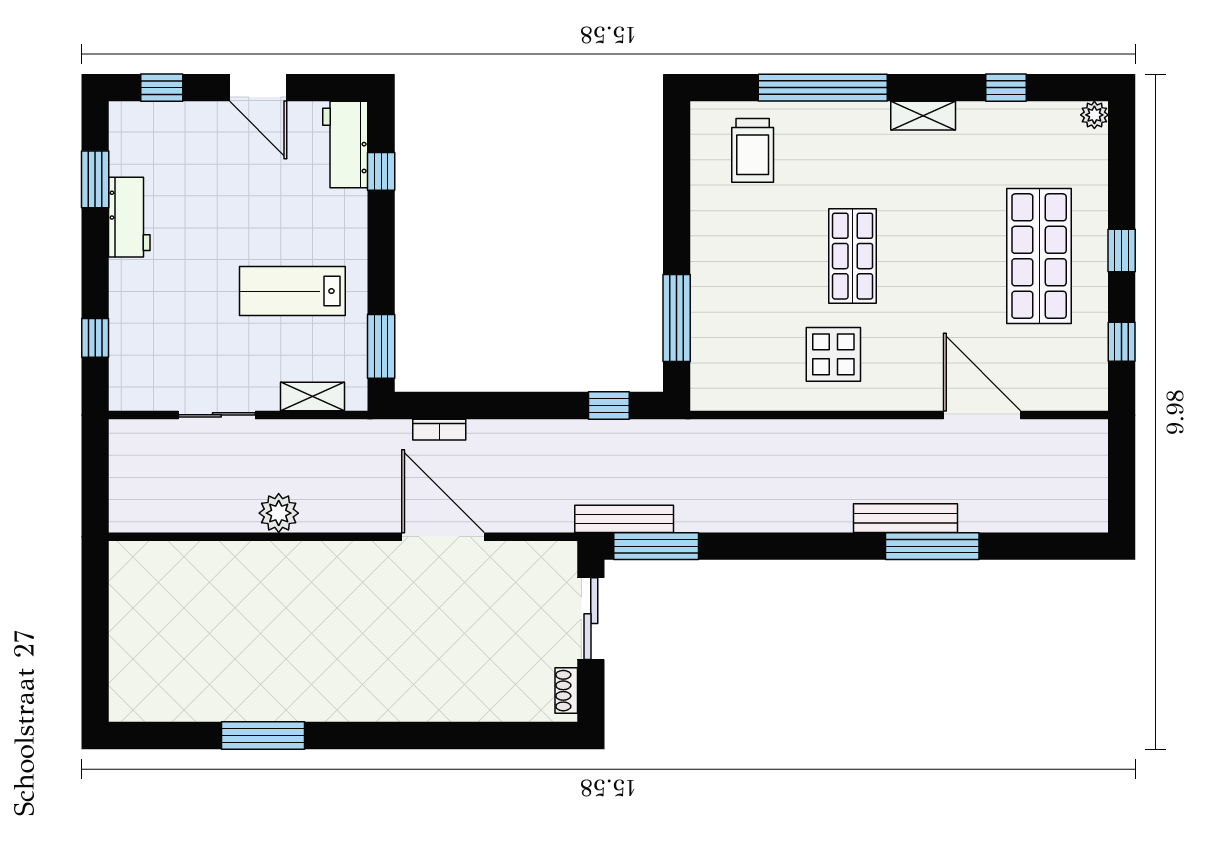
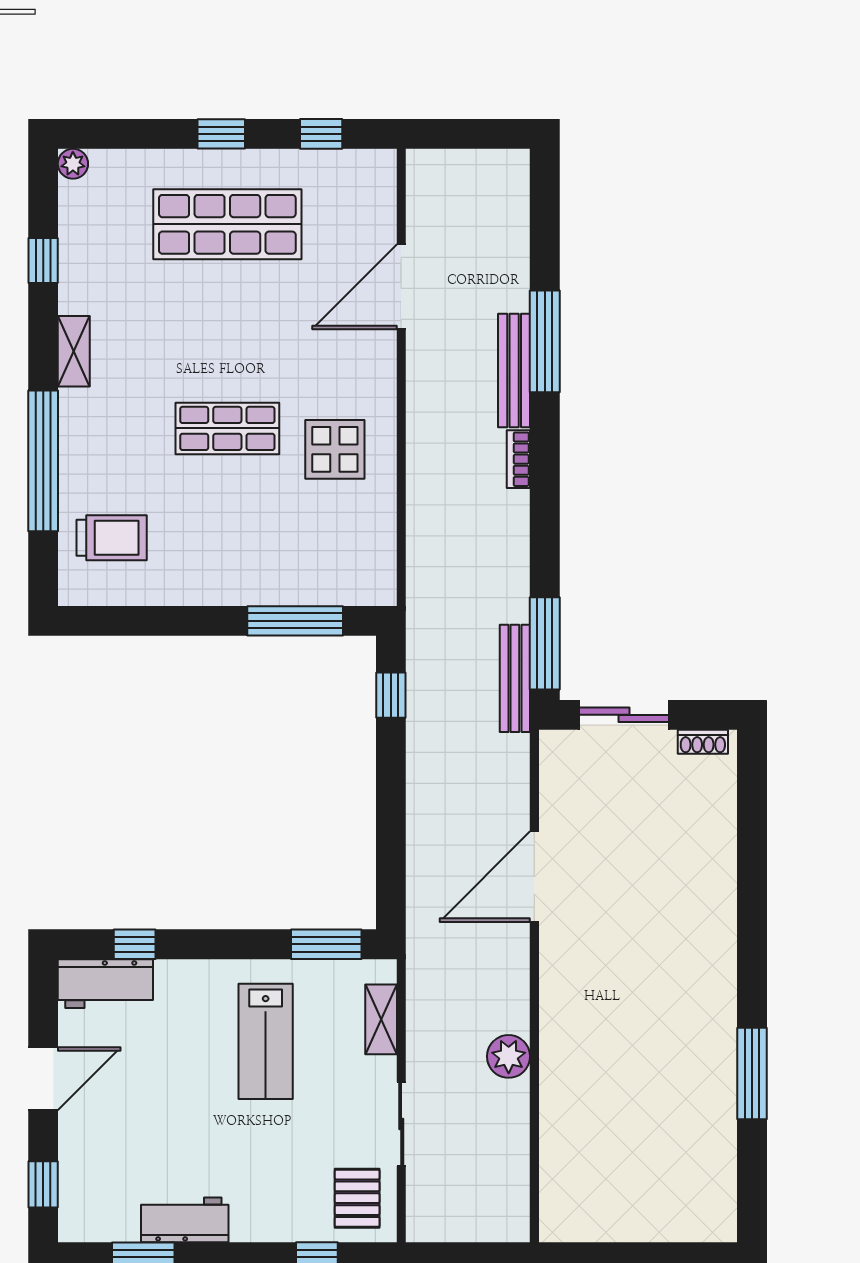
pallet: (149, 375) -> (357, 1198), added
bookcase: (439, 430) -> (518, 459), moved, turned 180

